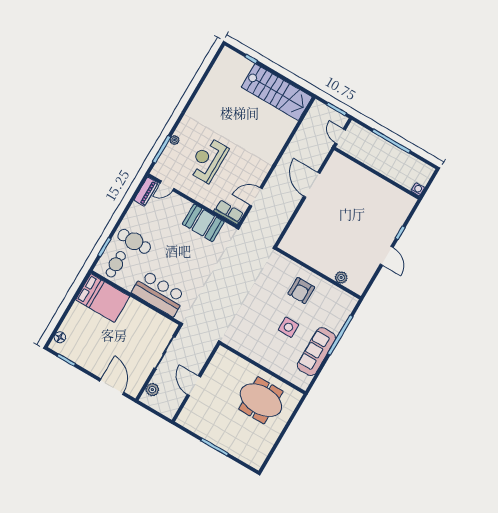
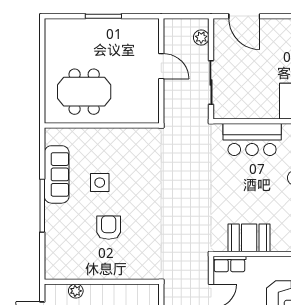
wall: (318, 273) -> (102, 282), moved
plant: (341, 278) -> (76, 291), moved

